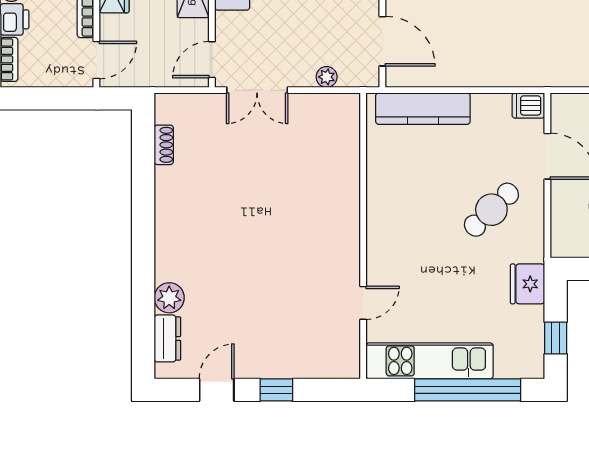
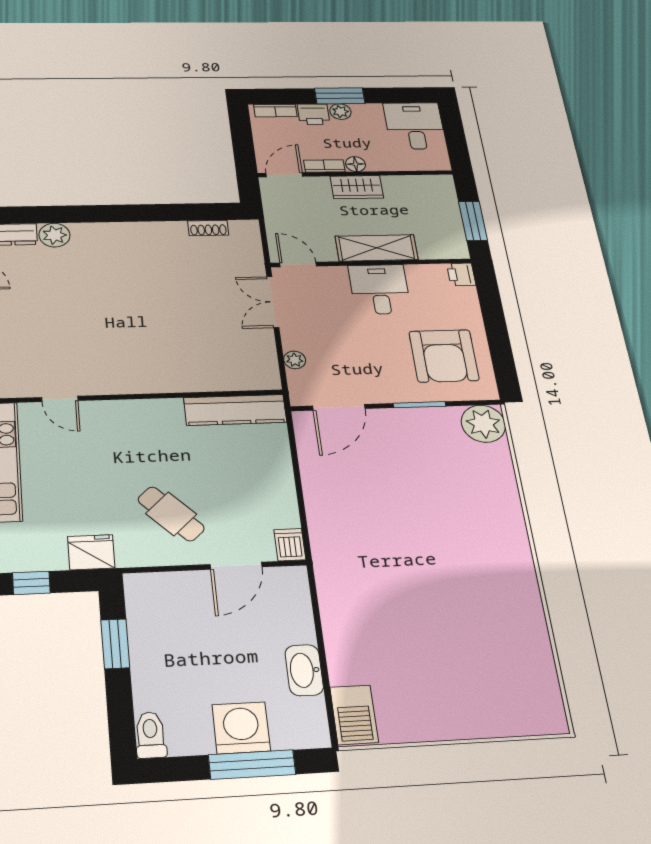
door: (96, 60) -> (284, 175), swing flipped
kitchen counter: (423, 109) -> (235, 410), moved, turned -90

